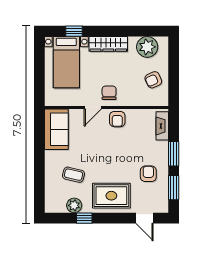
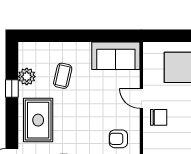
armchair: (117, 119) -> (118, 139), moved

